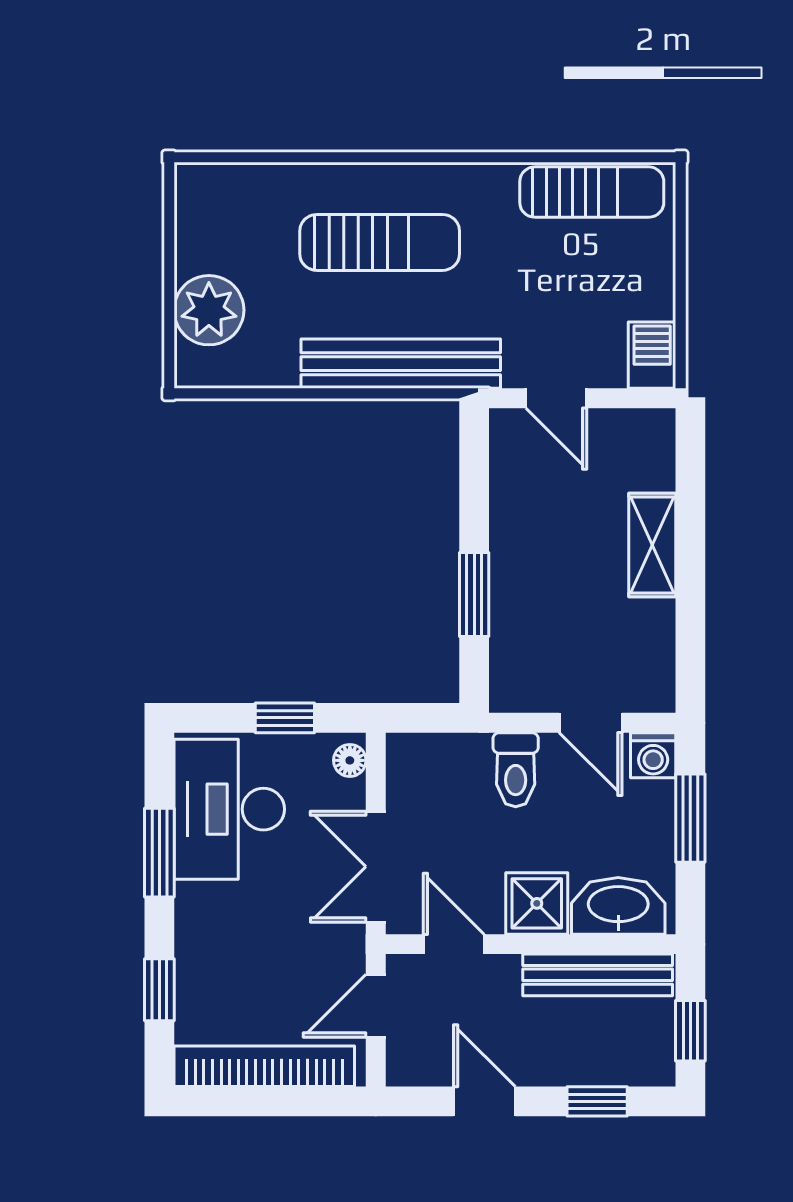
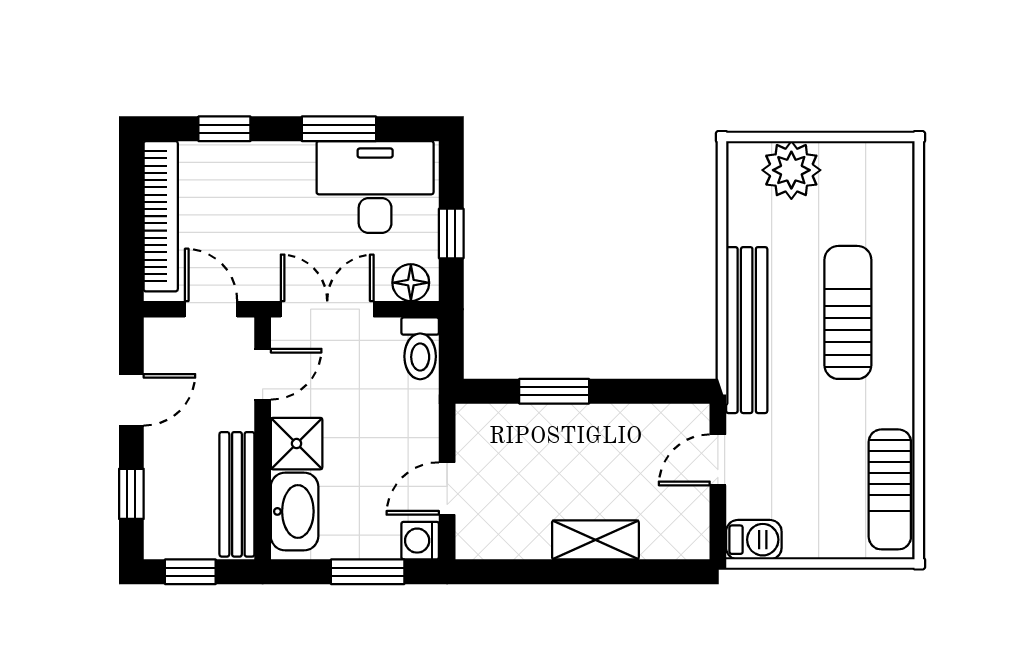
sun lounger: (380, 242) -> (848, 312), turned 180
floor lamp: (350, 760) -> (411, 283), width x1.37, depth x1.37
toilet: (516, 770) -> (420, 348), moved, turned -90

